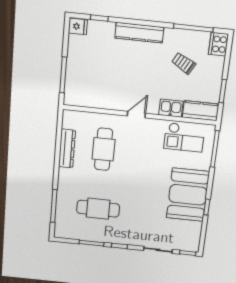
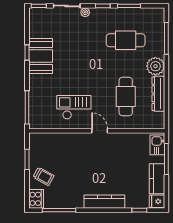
trolley: (184, 63) -> (44, 176), moved
kitchen sink: (171, 108) -> (157, 145), moved, turned 90
kitchen counter: (201, 111) -> (157, 179), moved, turned 90
door: (136, 115) -> (100, 131), swing flipped
checkout: (184, 137) -> (74, 107), moved
plant: (68, 178) -> (155, 66), added
booth: (188, 195) -> (41, 56), width x0.73, depth x0.70
plant: (139, 242) -> (85, 12), added

